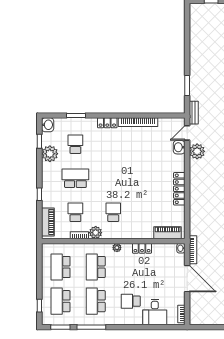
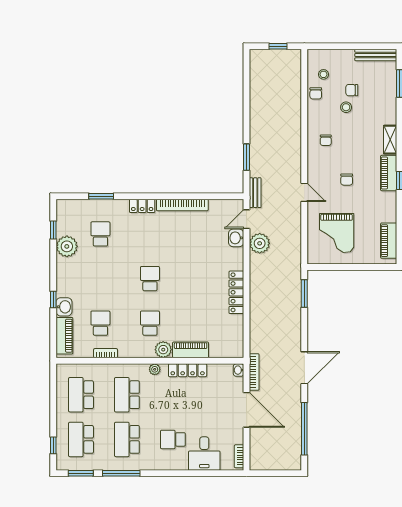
washbasin: (48, 125) -> (64, 307), moved
school desk: (75, 178) -> (150, 279), moved, width x0.54
plant: (96, 233) -> (163, 350), moved
piano: (168, 233) -> (191, 350), moved
locker: (142, 248) -> (188, 370), width x1.53

